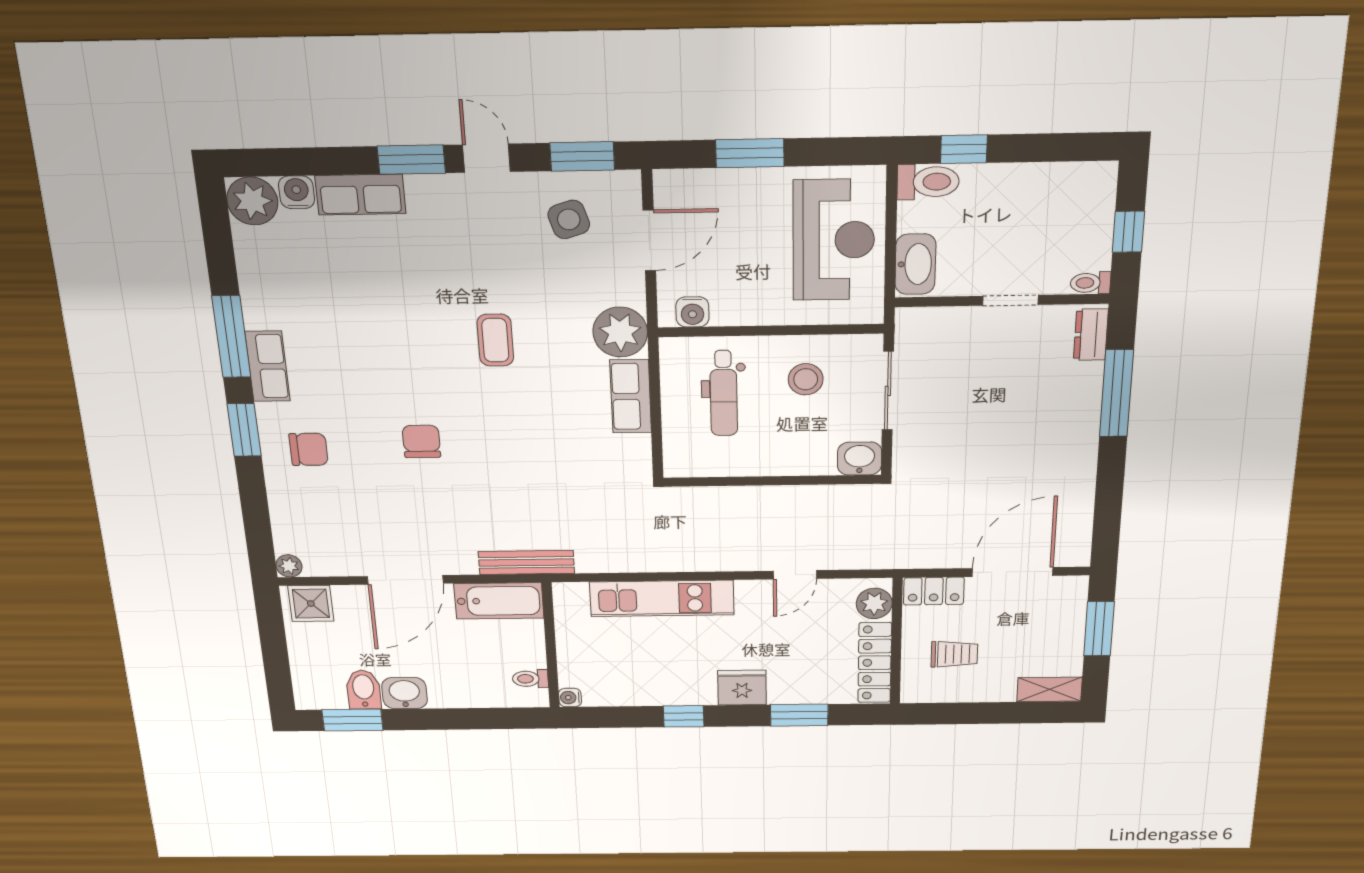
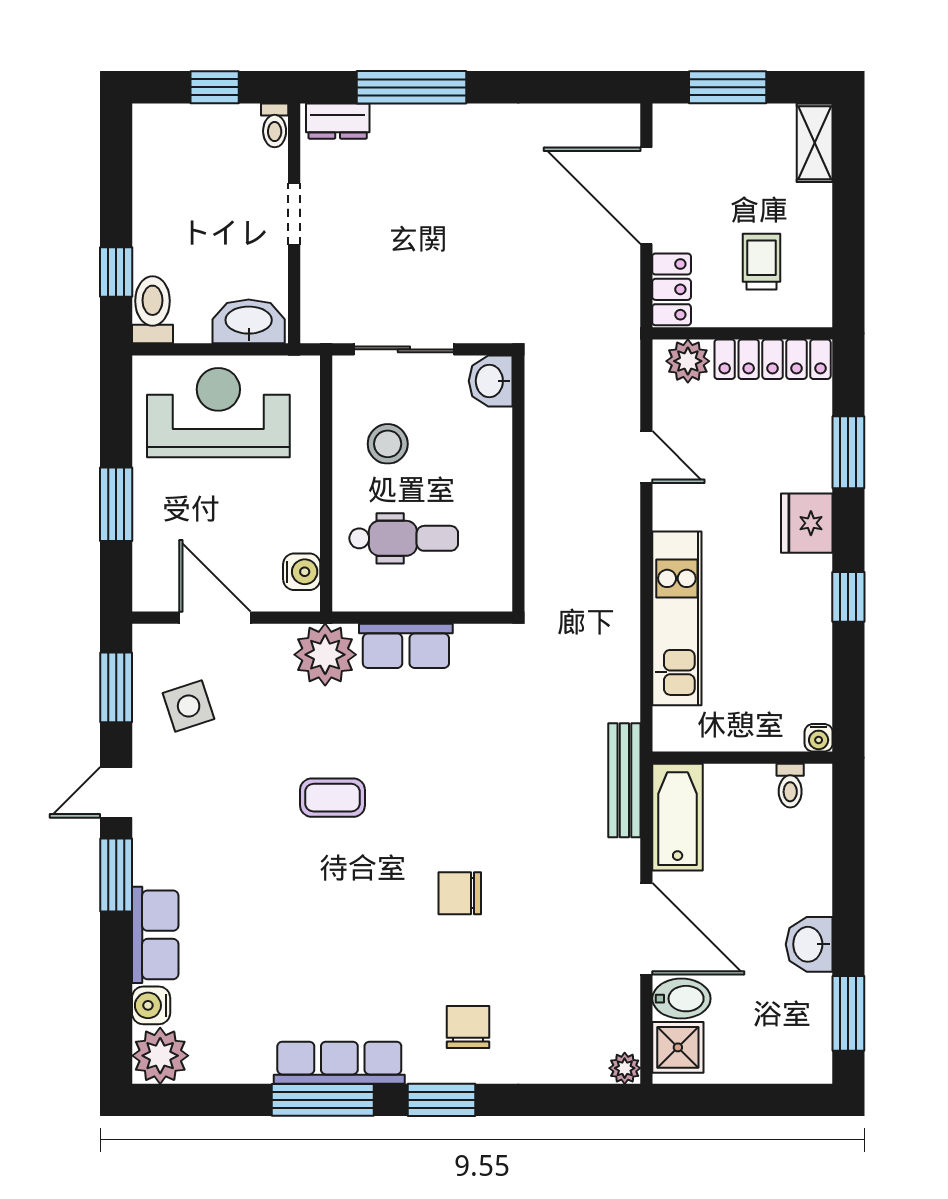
row of seats: (268, 366) -> (339, 1063), width x1.48
bidet: (364, 690) -> (681, 999), moved, turned 180

